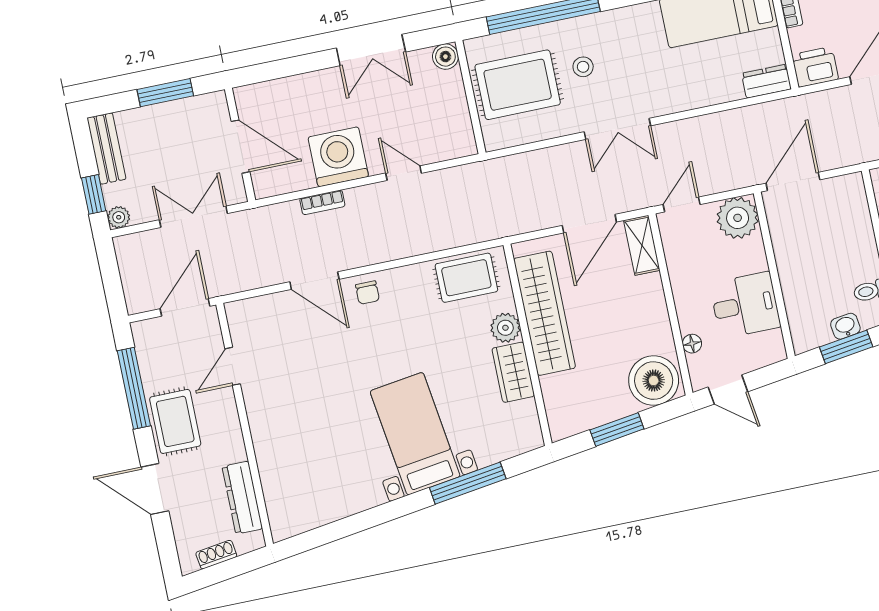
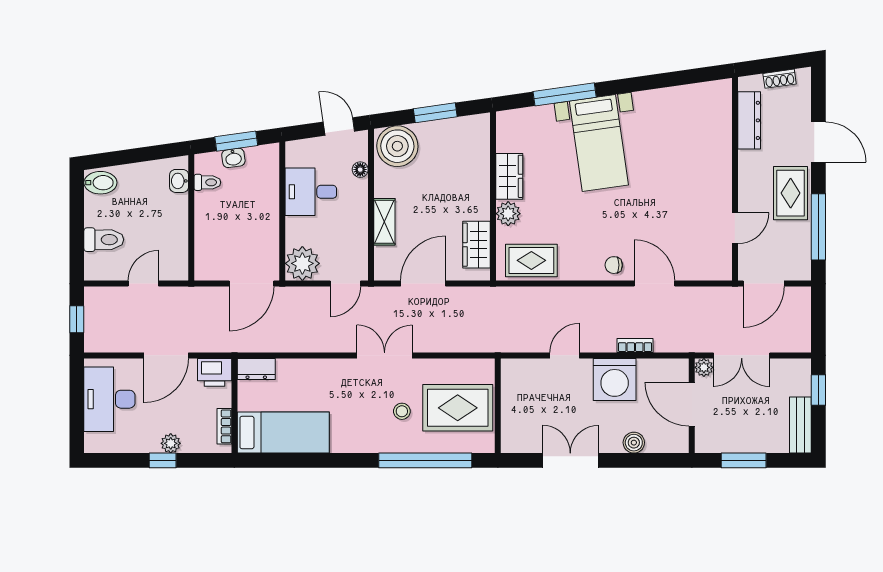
boiler: (445, 57) -> (634, 443), moved
door: (404, 173) -> (565, 355), swing flipped
plant: (119, 217) -> (704, 367), moved
shelving: (642, 245) -> (384, 222), moved
chair: (367, 293) -> (614, 265), turned -90
wardrobe: (545, 313) -> (477, 245), width x0.48, depth x0.85

